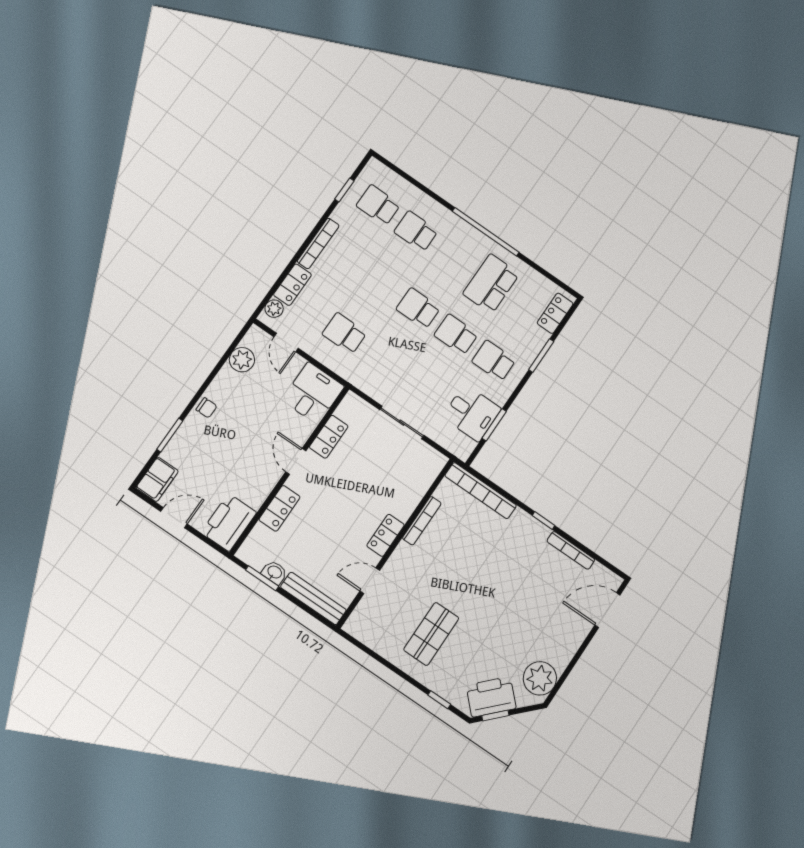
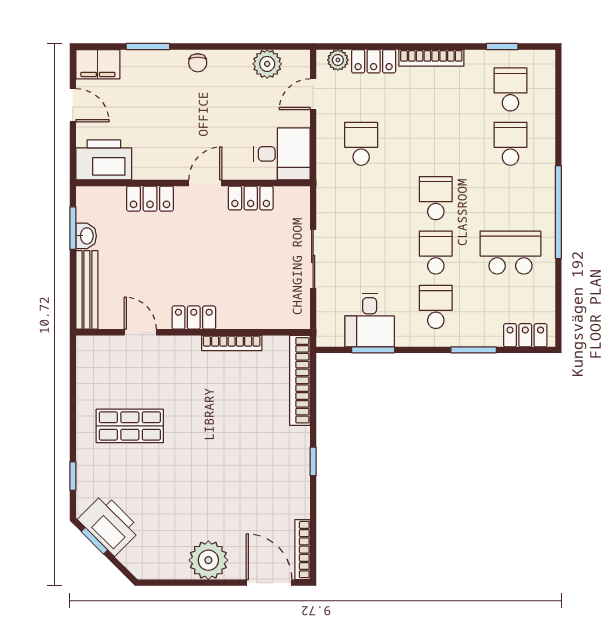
bookcase: (571, 550) -> (302, 550), moved
plant: (540, 678) -> (208, 560), moved

